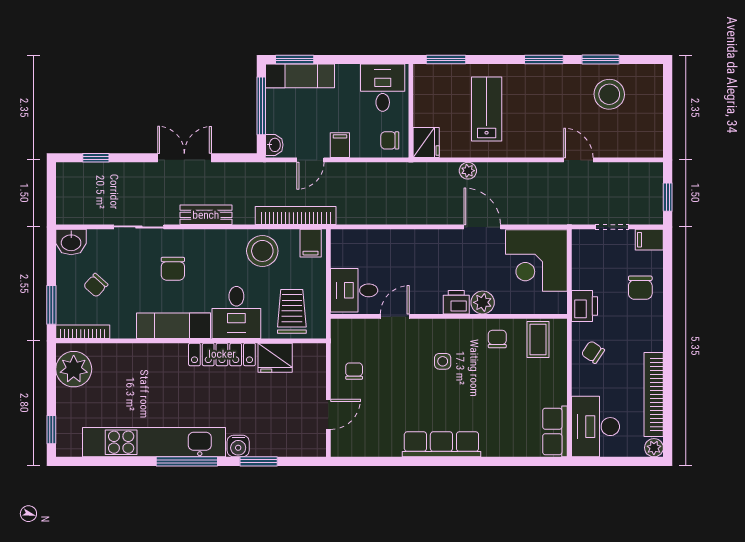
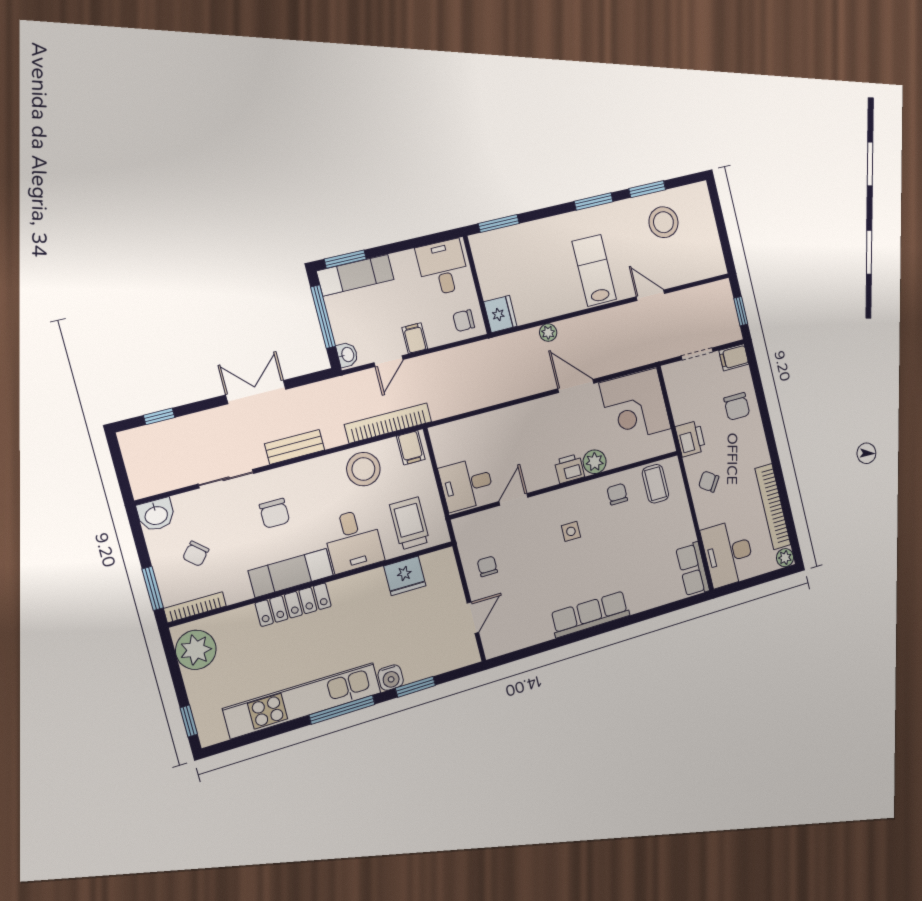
lab bench: (487, 109) -> (594, 270), moved
locker: (222, 354) -> (293, 605), moved

